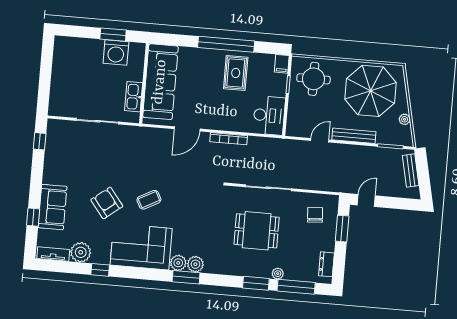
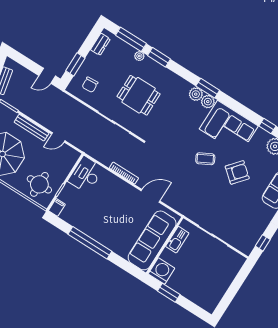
washing machine: (116, 53) -> (161, 271), moved
rug: (236, 73) -> (94, 218), removed
armchair: (107, 203) -> (237, 172), turned -102

